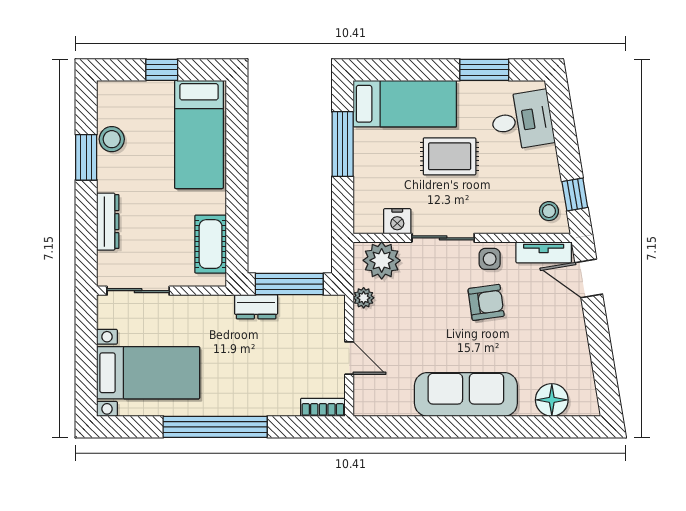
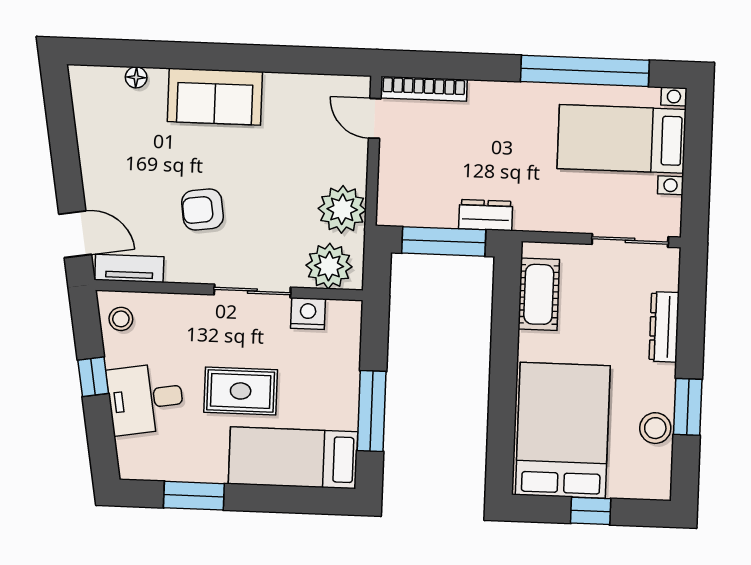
desk: (522, 120) -> (146, 399), moved
bed: (199, 134) -> (563, 430), width x1.50
window: (575, 195) -> (93, 377), moved
side table: (490, 259) -> (196, 263), removed
plant: (364, 298) -> (342, 209), width x1.88, depth x1.88
door: (349, 358) -> (375, 118), moved
sofa: (466, 394) -> (215, 97), width x0.73
floor lamp: (552, 400) -> (136, 77), width x0.53, depth x0.53
bookcase: (323, 407) -> (424, 89), width x1.56
window: (215, 427) -> (585, 71), moved

